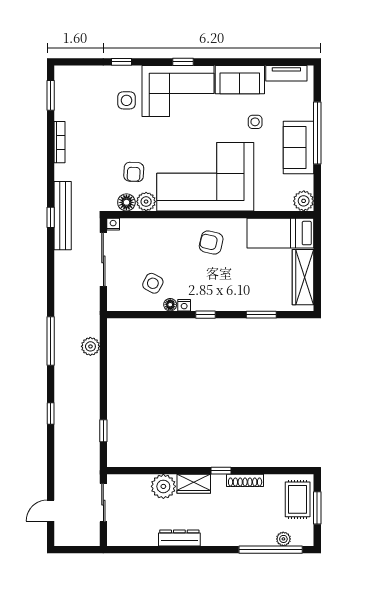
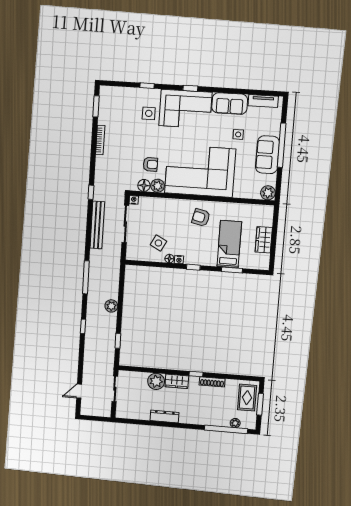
armchair: (134, 172) -> (150, 164), turned -93
bench: (63, 216) -> (97, 225), moved
bed: (280, 233) -> (229, 244), moved, turned 90
wardrobe: (303, 277) -> (264, 240), width x0.67
plant: (90, 346) -> (111, 306), moved

